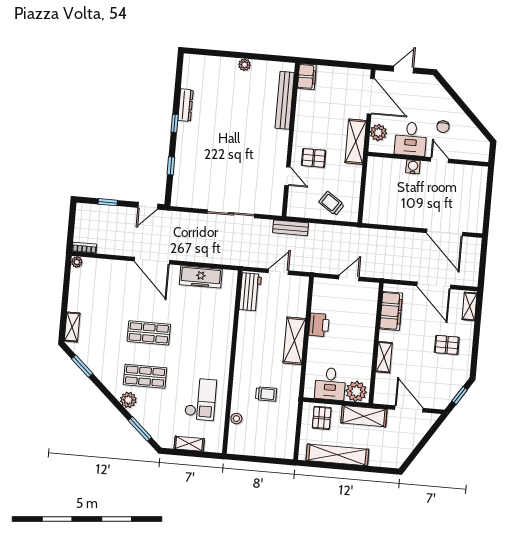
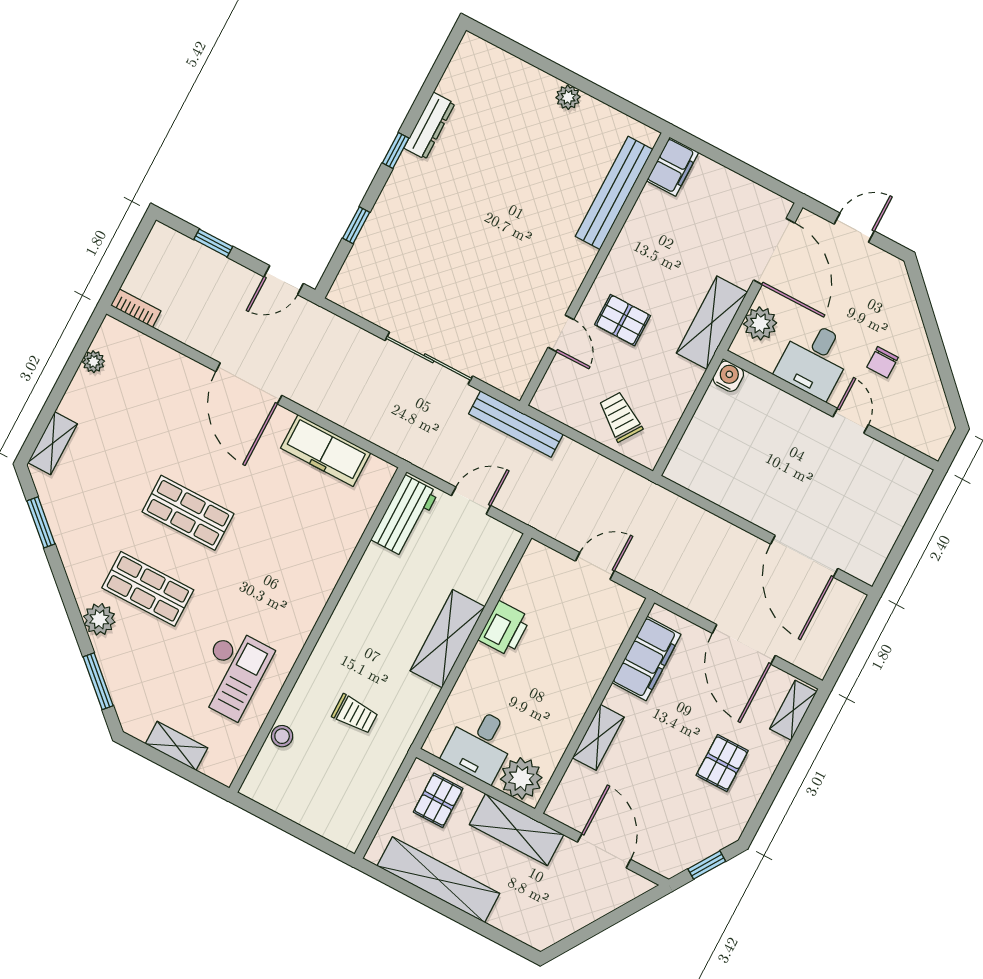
water cooler: (413, 167) -> (728, 376), moved
bench: (291, 228) -> (516, 424), width x1.36
plant: (77, 262) -> (94, 362), moved
pallet: (447, 345) -> (722, 763), turned 90

